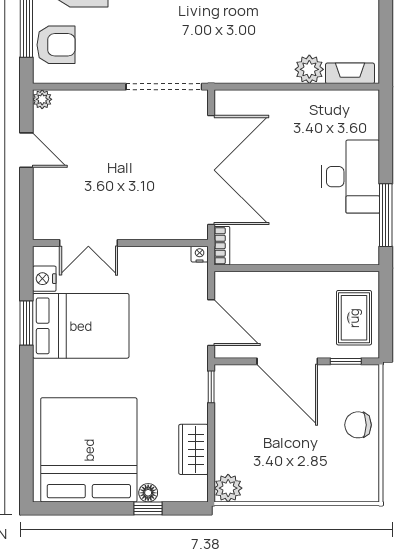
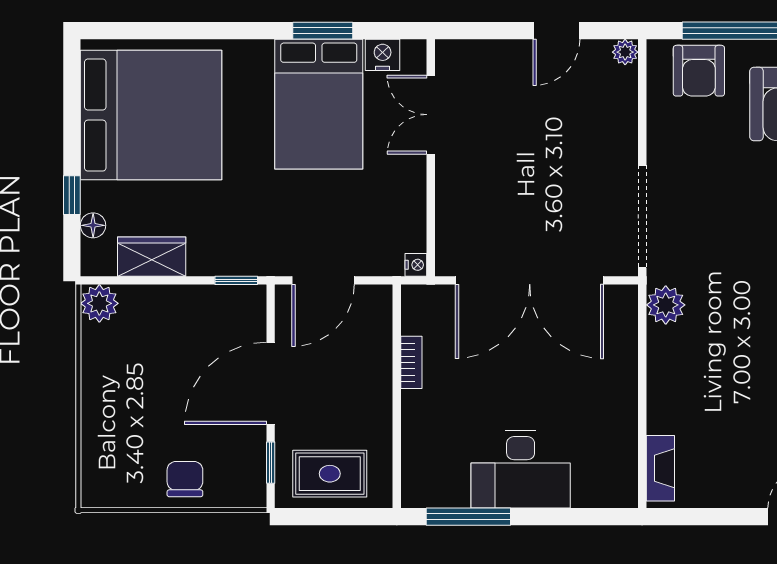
plant: (309, 69) -> (666, 305), moved
bookcase: (222, 246) -> (411, 362), moved, turned -90
floor lamp: (148, 493) -> (93, 225), moved

